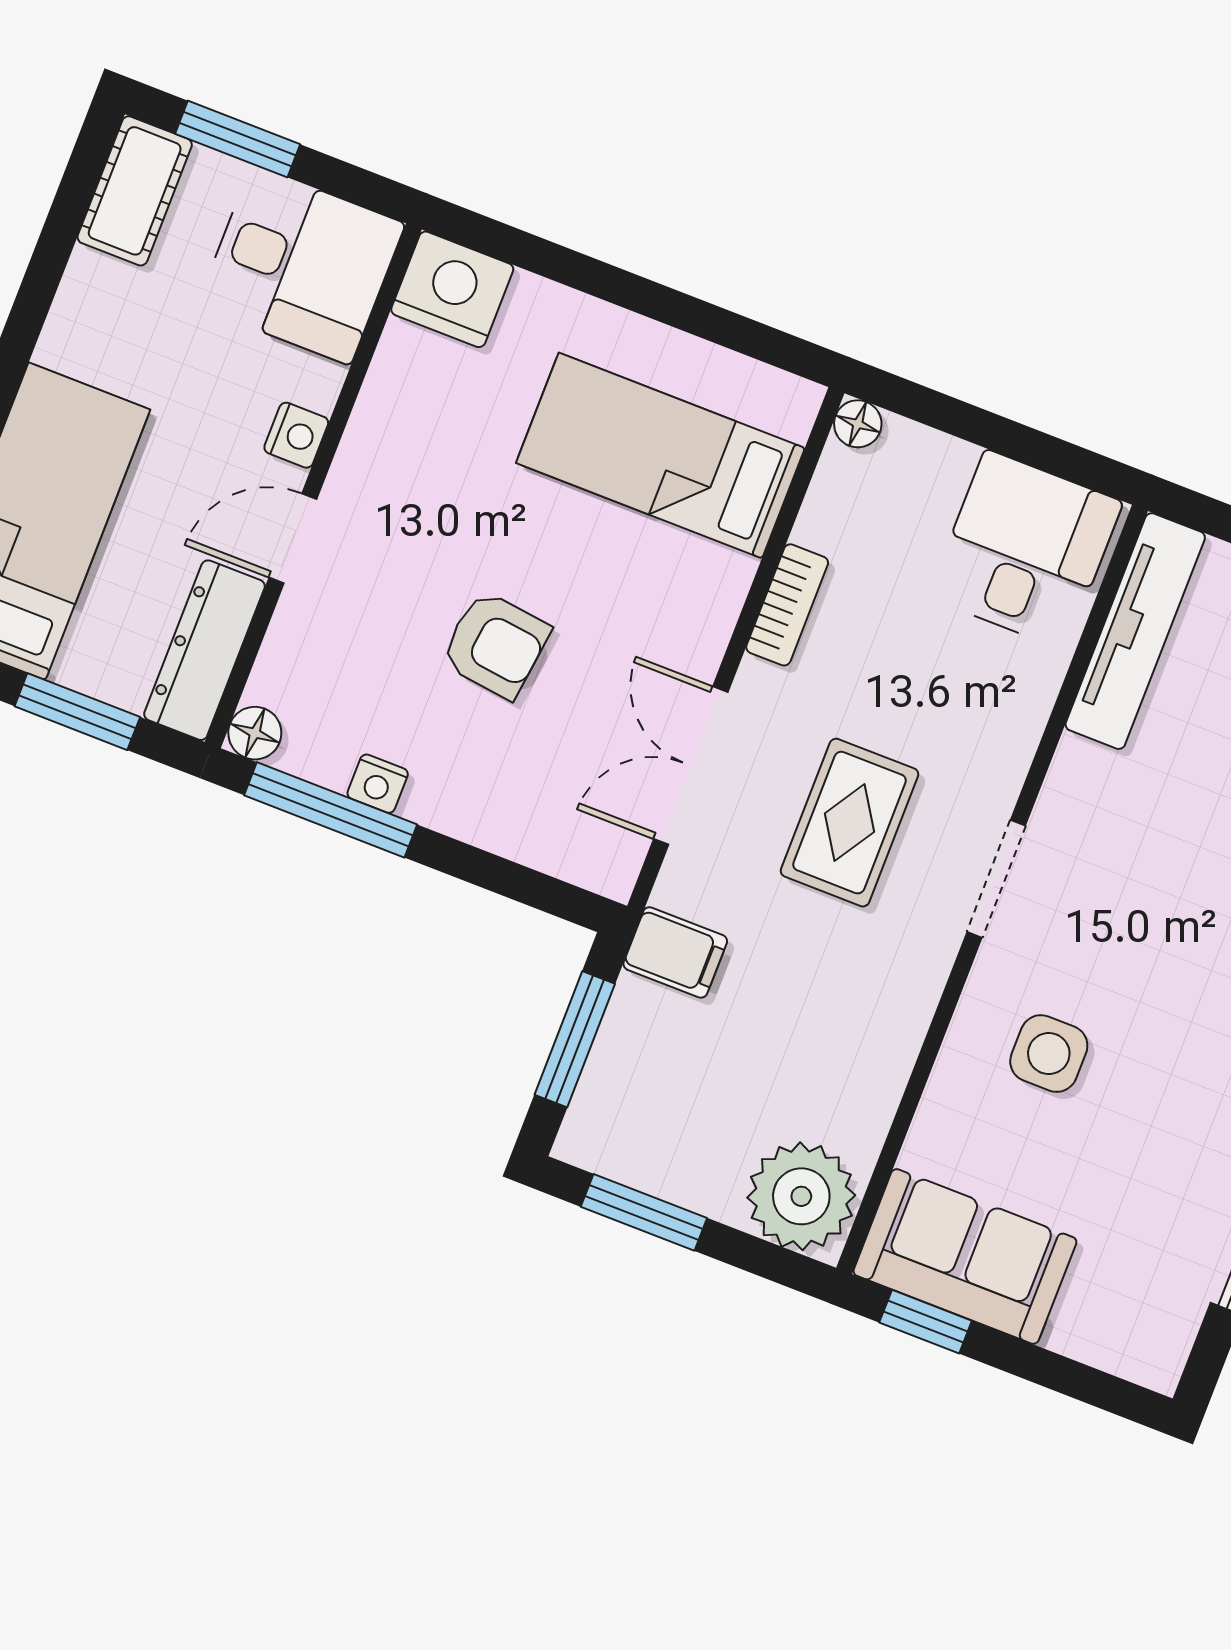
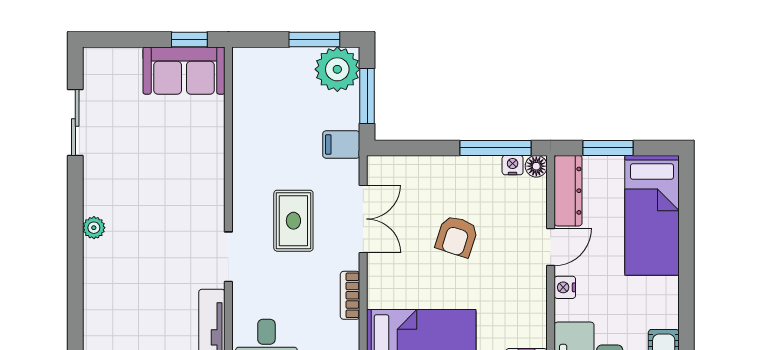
armchair: (495, 645) -> (457, 236), turned -79
nightstand: (378, 784) -> (513, 165), moved
doorway: (996, 879) -> (228, 257), moved
side table: (1049, 1054) -> (182, 161), removed
plant: (801, 1196) -> (337, 69), moved

